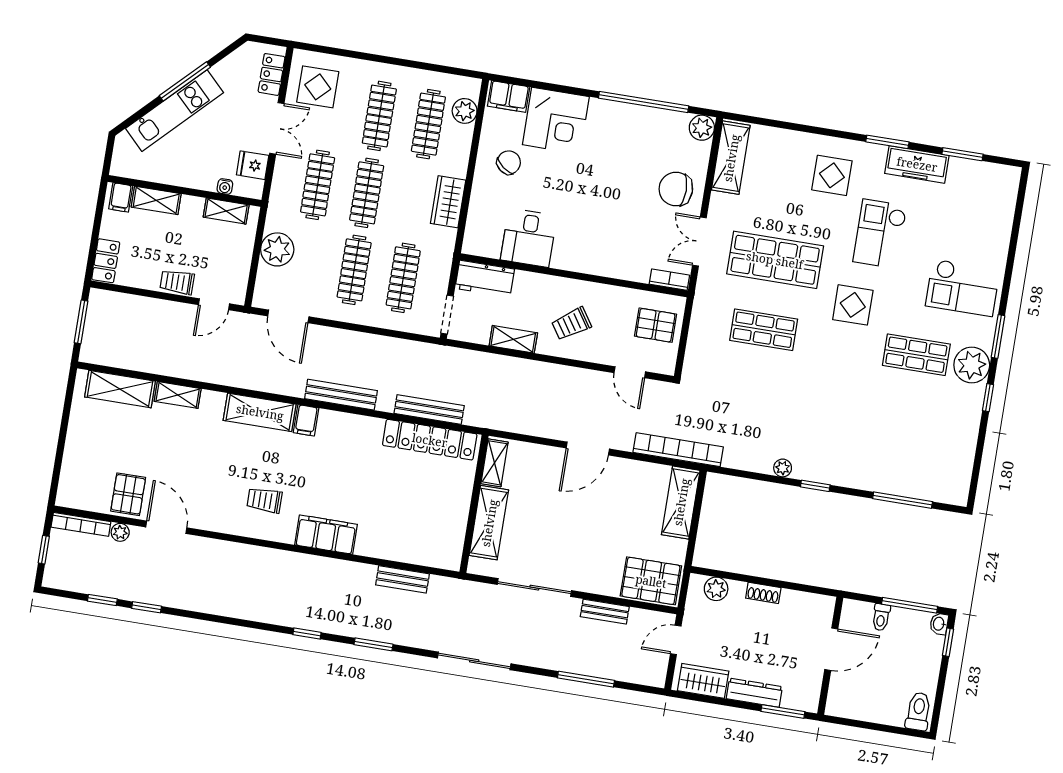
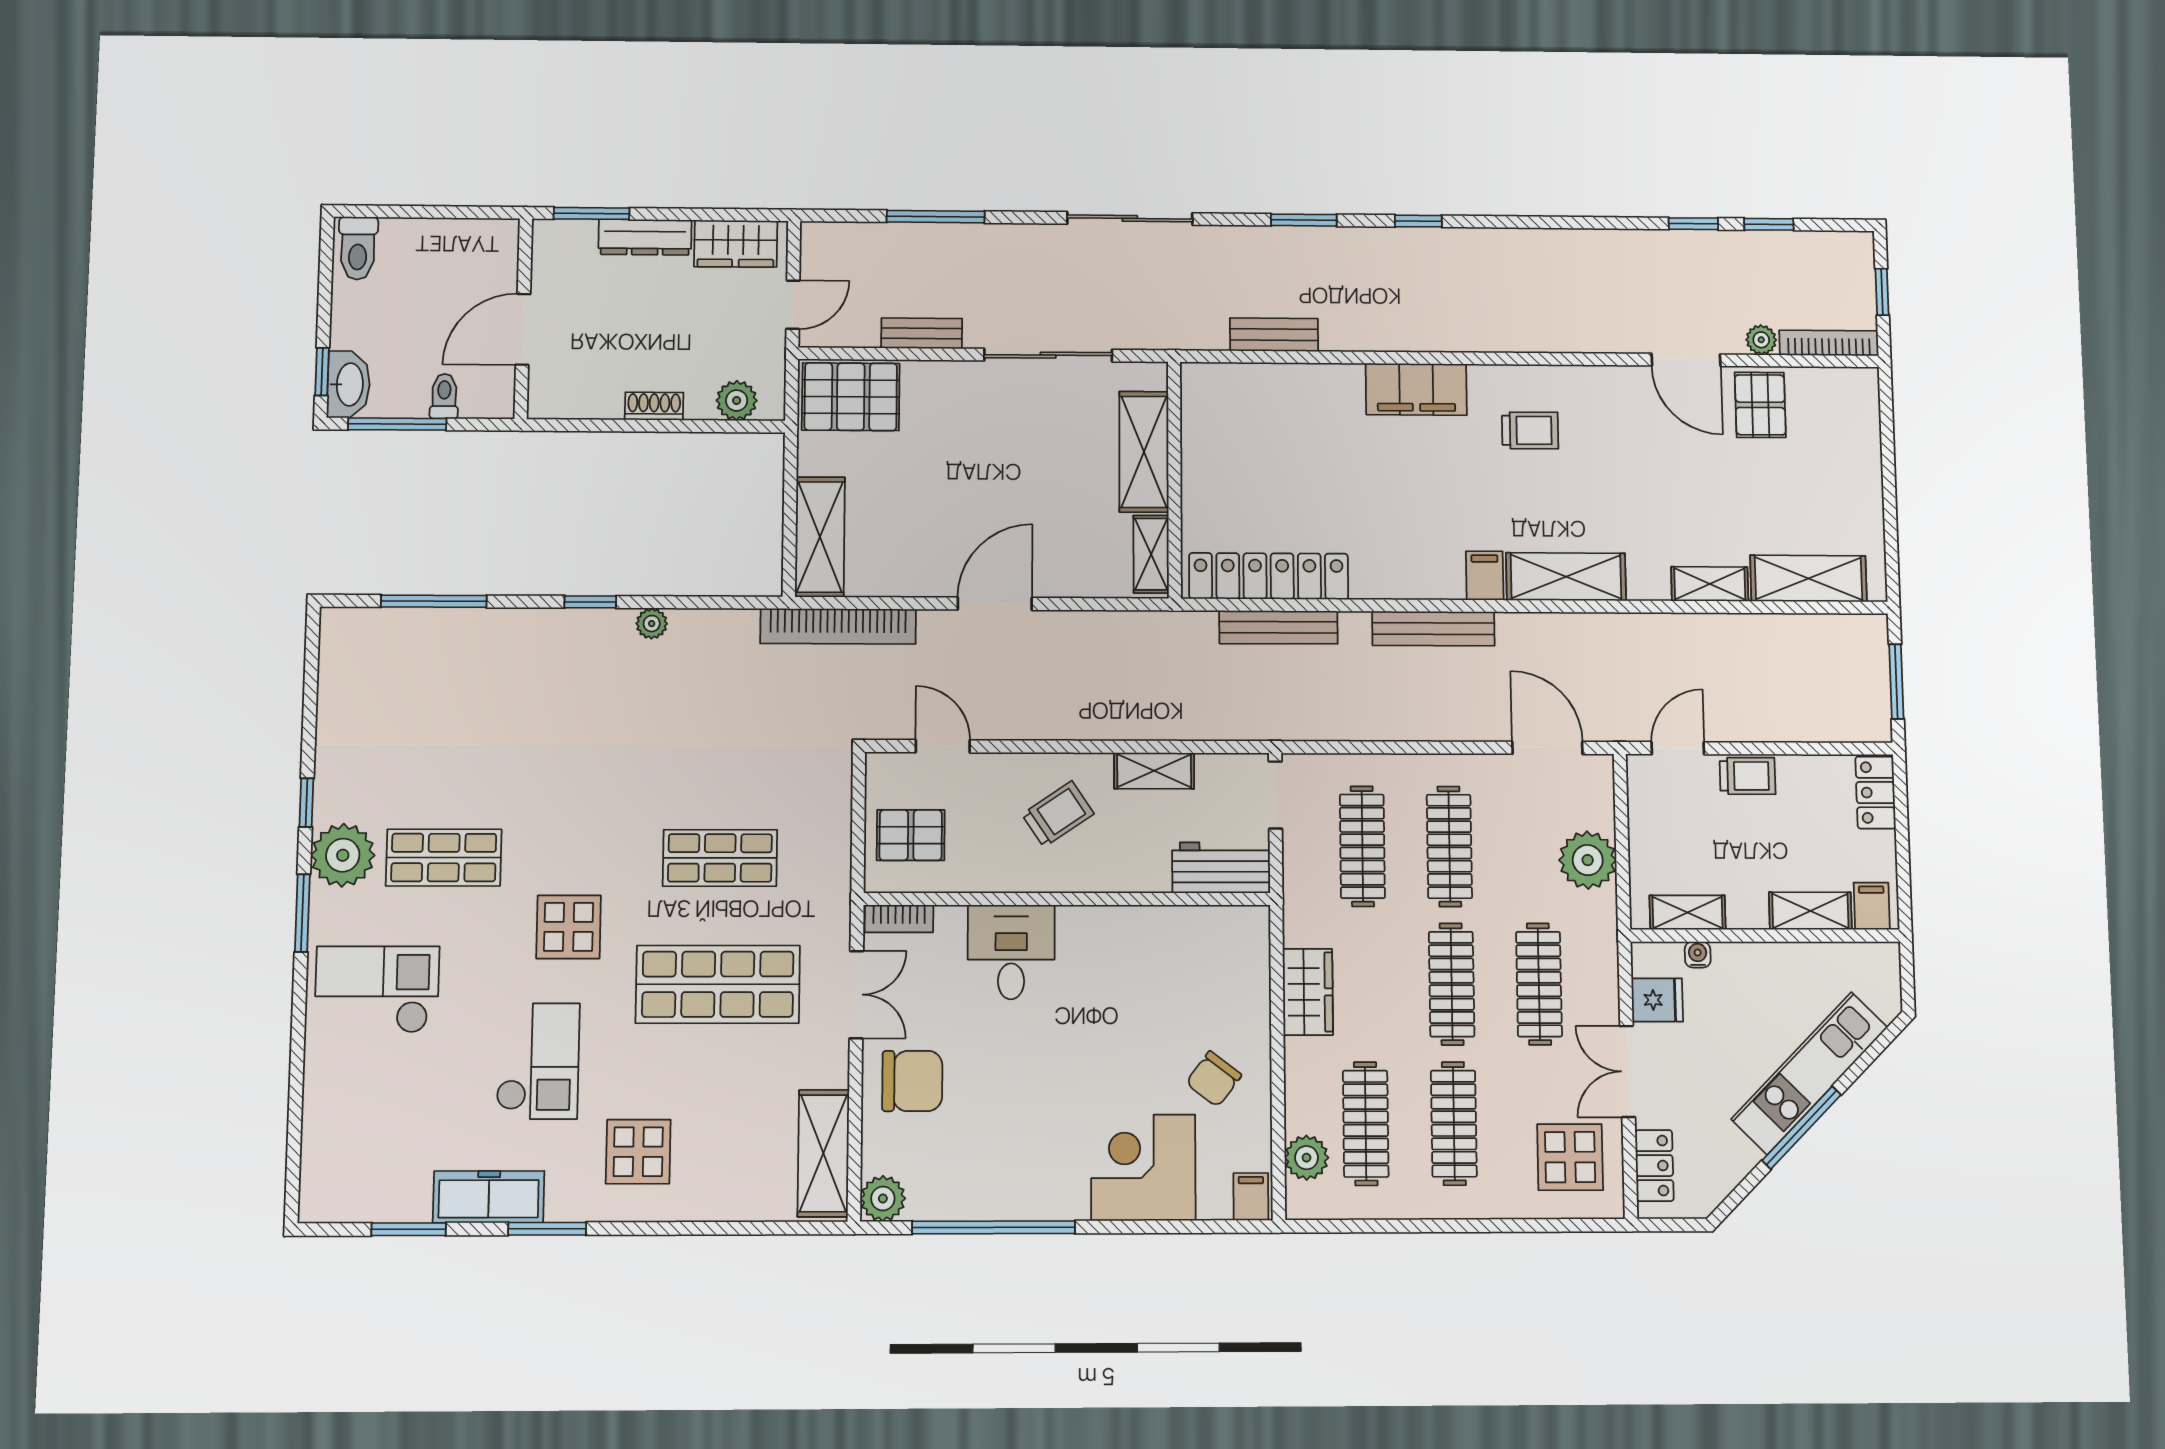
filing cabinet: (509, 96) -> (1251, 1197), width x0.50
desk: (529, 238) -> (1011, 952), moved
washbasin: (939, 624) -> (349, 384), width x1.91, depth x1.45

